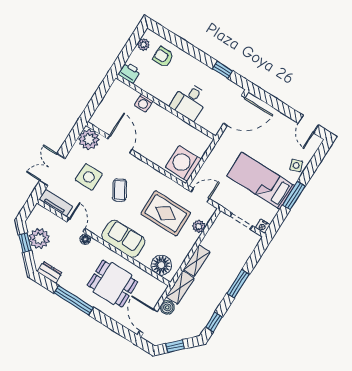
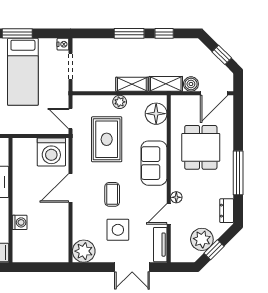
door: (120, 144) -> (71, 188), moved
coffee table: (120, 190) -> (112, 194), turned -60
plant: (199, 226) -> (120, 102), moved
window: (214, 322) -> (164, 33), moved

